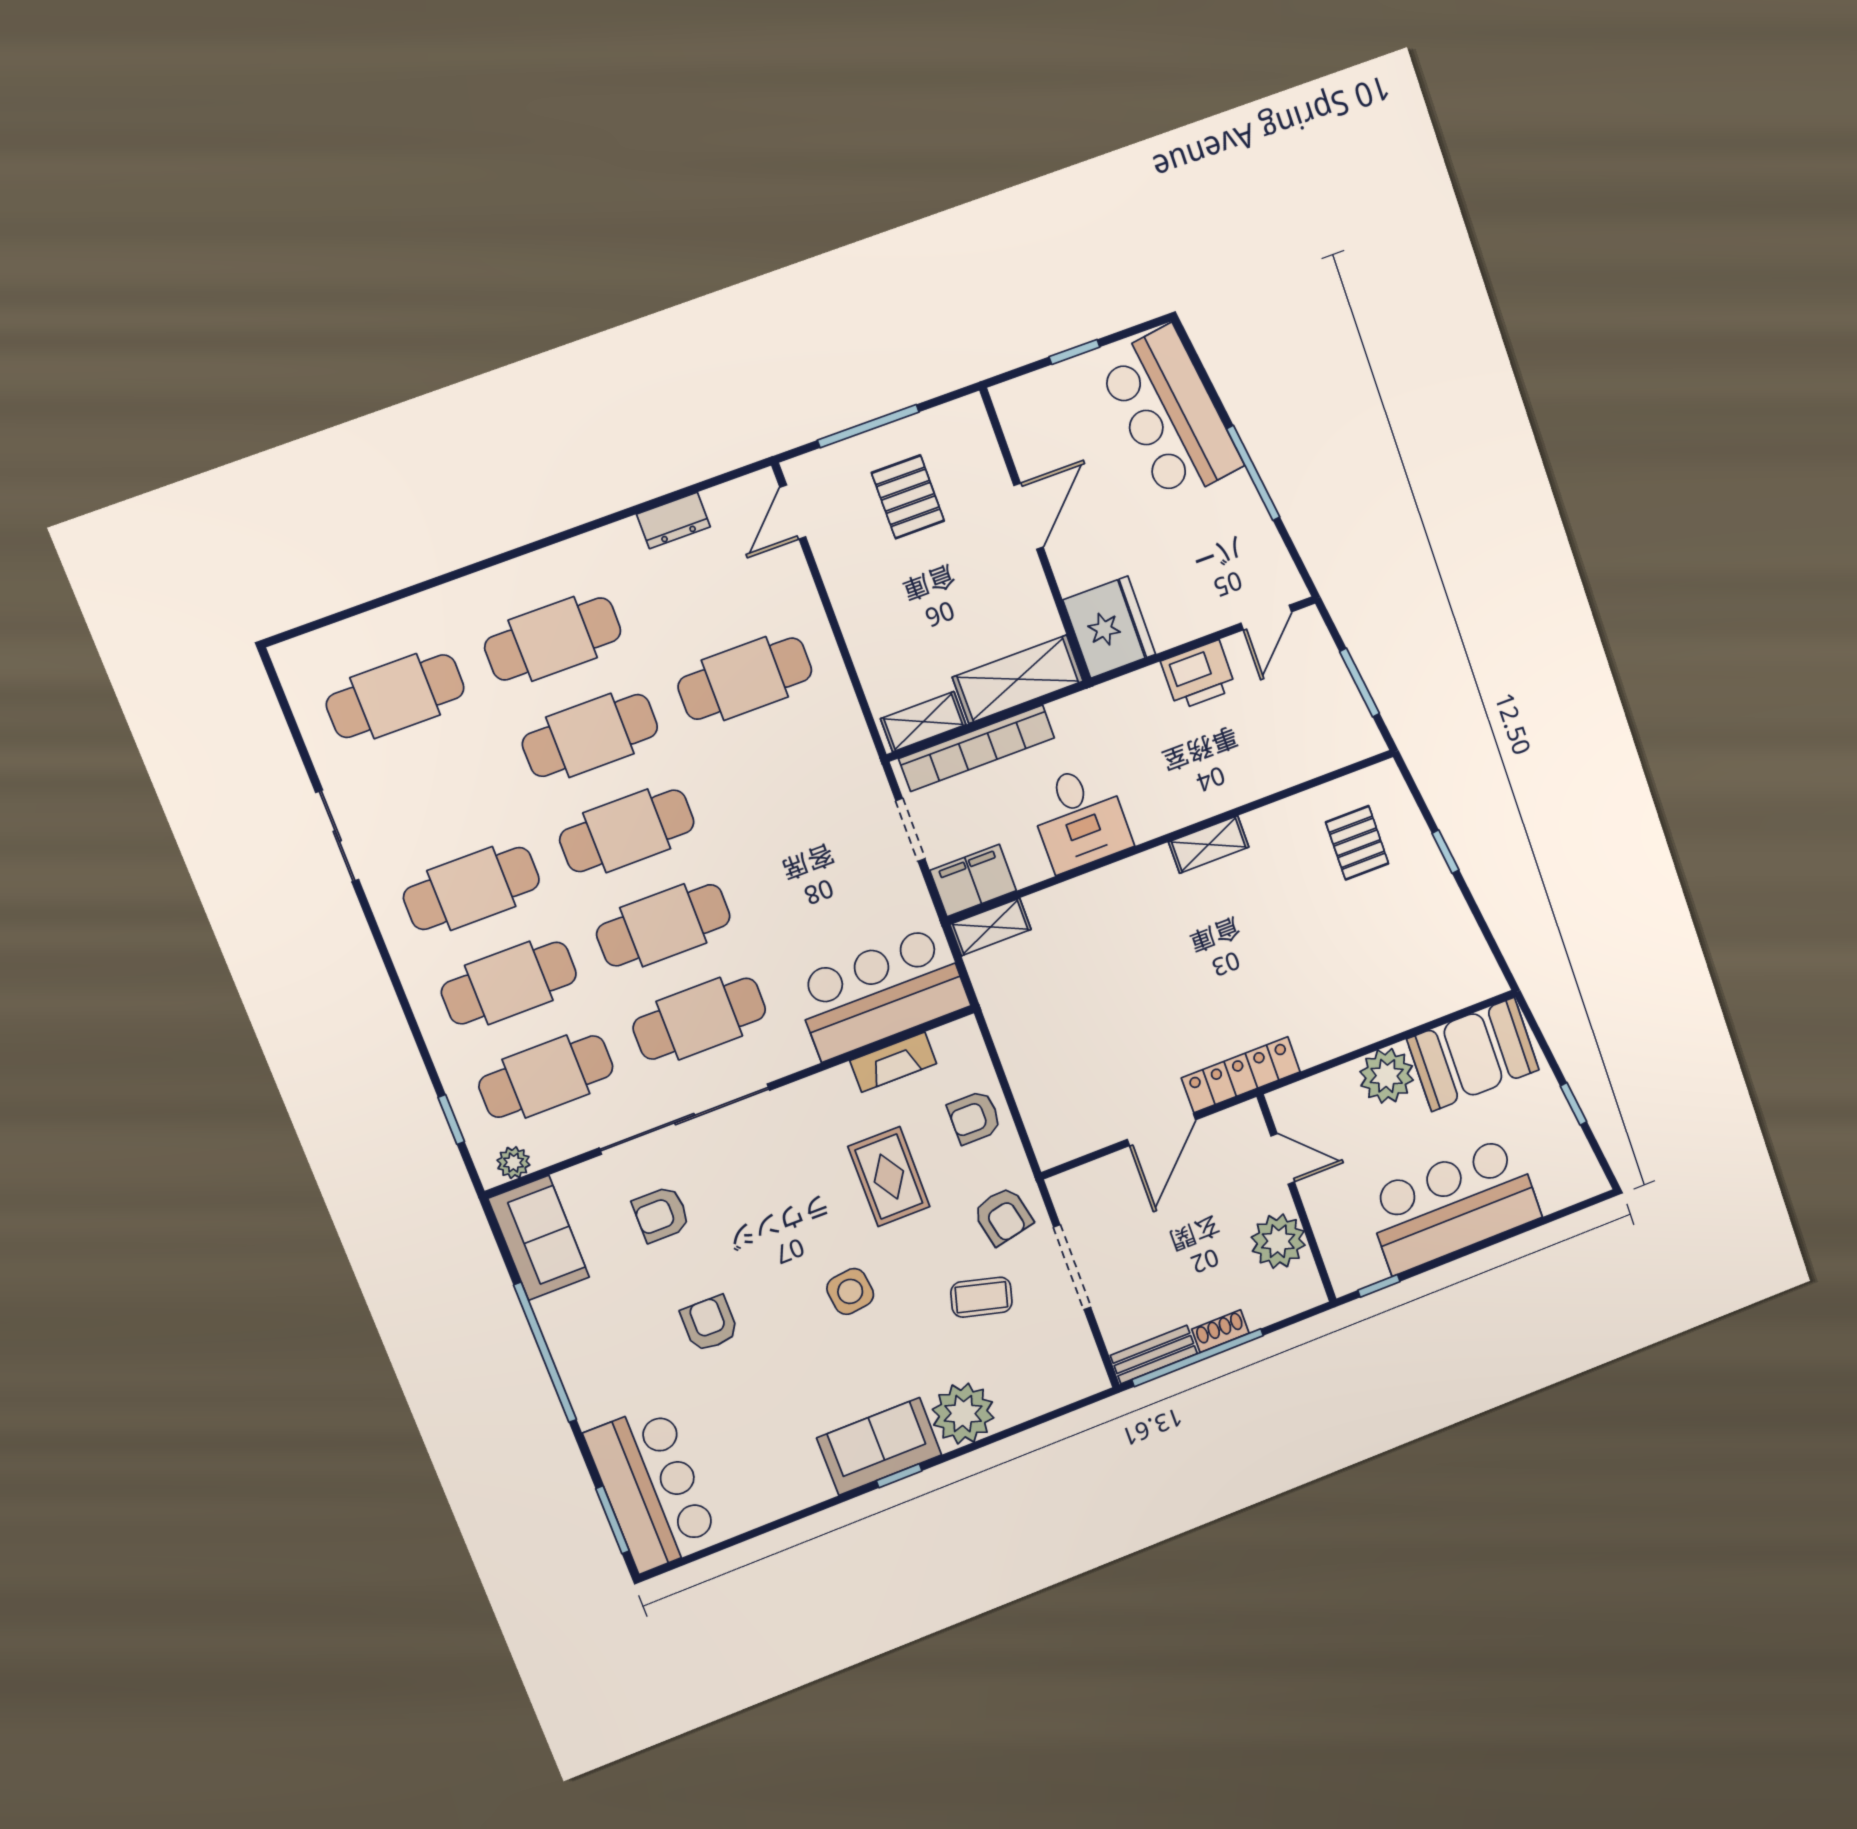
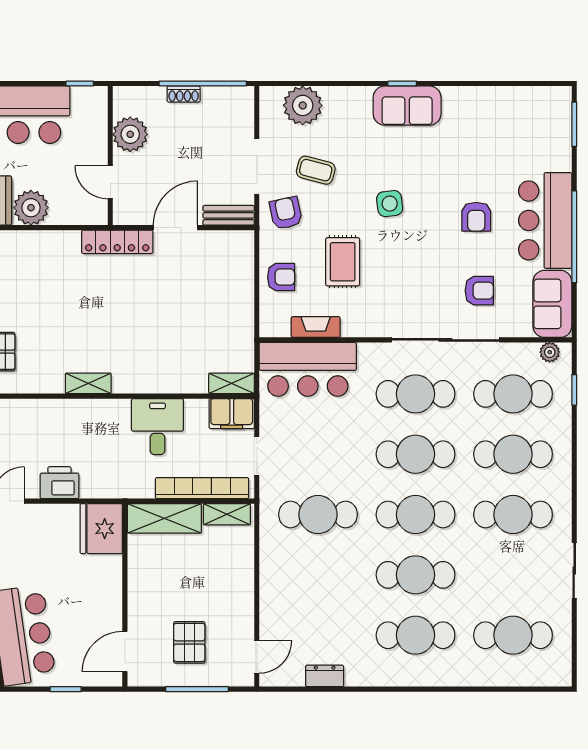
door: (1029, 516) -> (125, 651), moved
cafe table: (745, 679) -> (318, 515), moved
bench: (1154, 1354) -> (229, 215), moved
plant: (963, 1414) -> (303, 105), moved
bar counter: (652, 1488) -> (545, 220), moved

